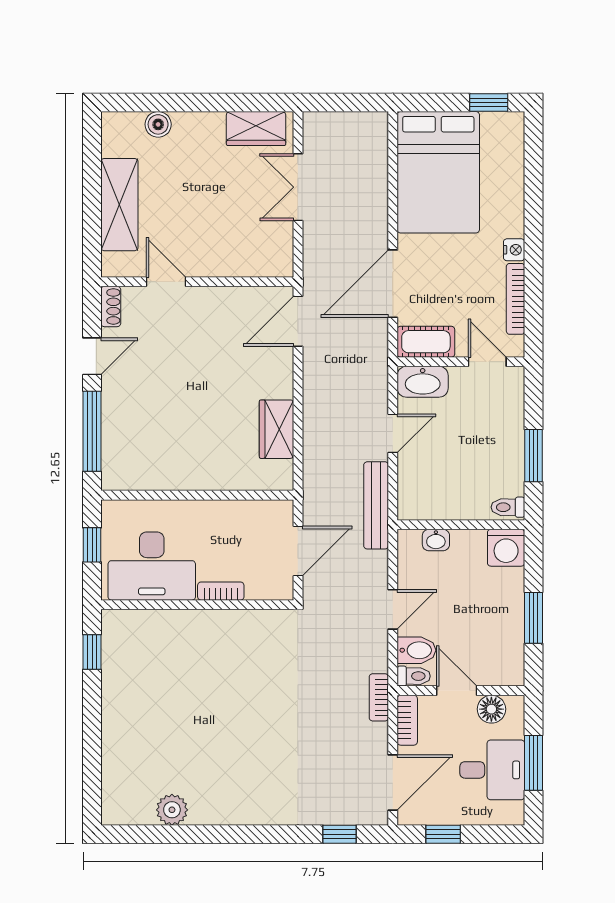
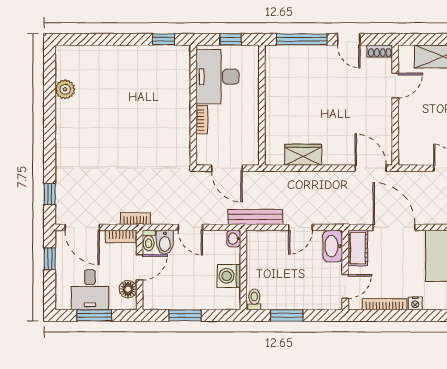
door: (393, 433) -> (300, 227), hinge flipped
washbasin: (436, 540) -> (234, 239), moved
washing machine: (506, 548) -> (229, 276), moved

